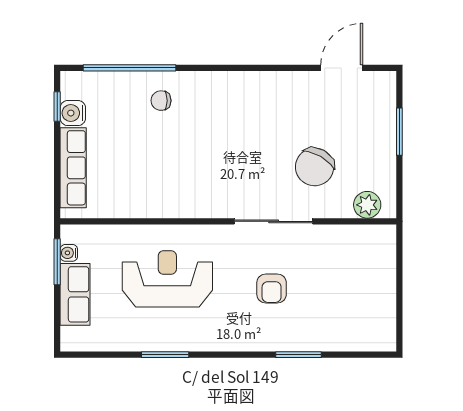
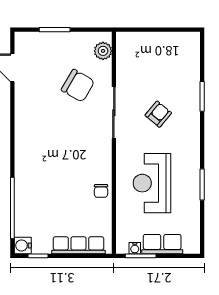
chair: (161, 101) -> (101, 191), moved
water cooler: (73, 113) -> (23, 245), moved, turned 90
armchair: (272, 289) -> (158, 114), turned -50

